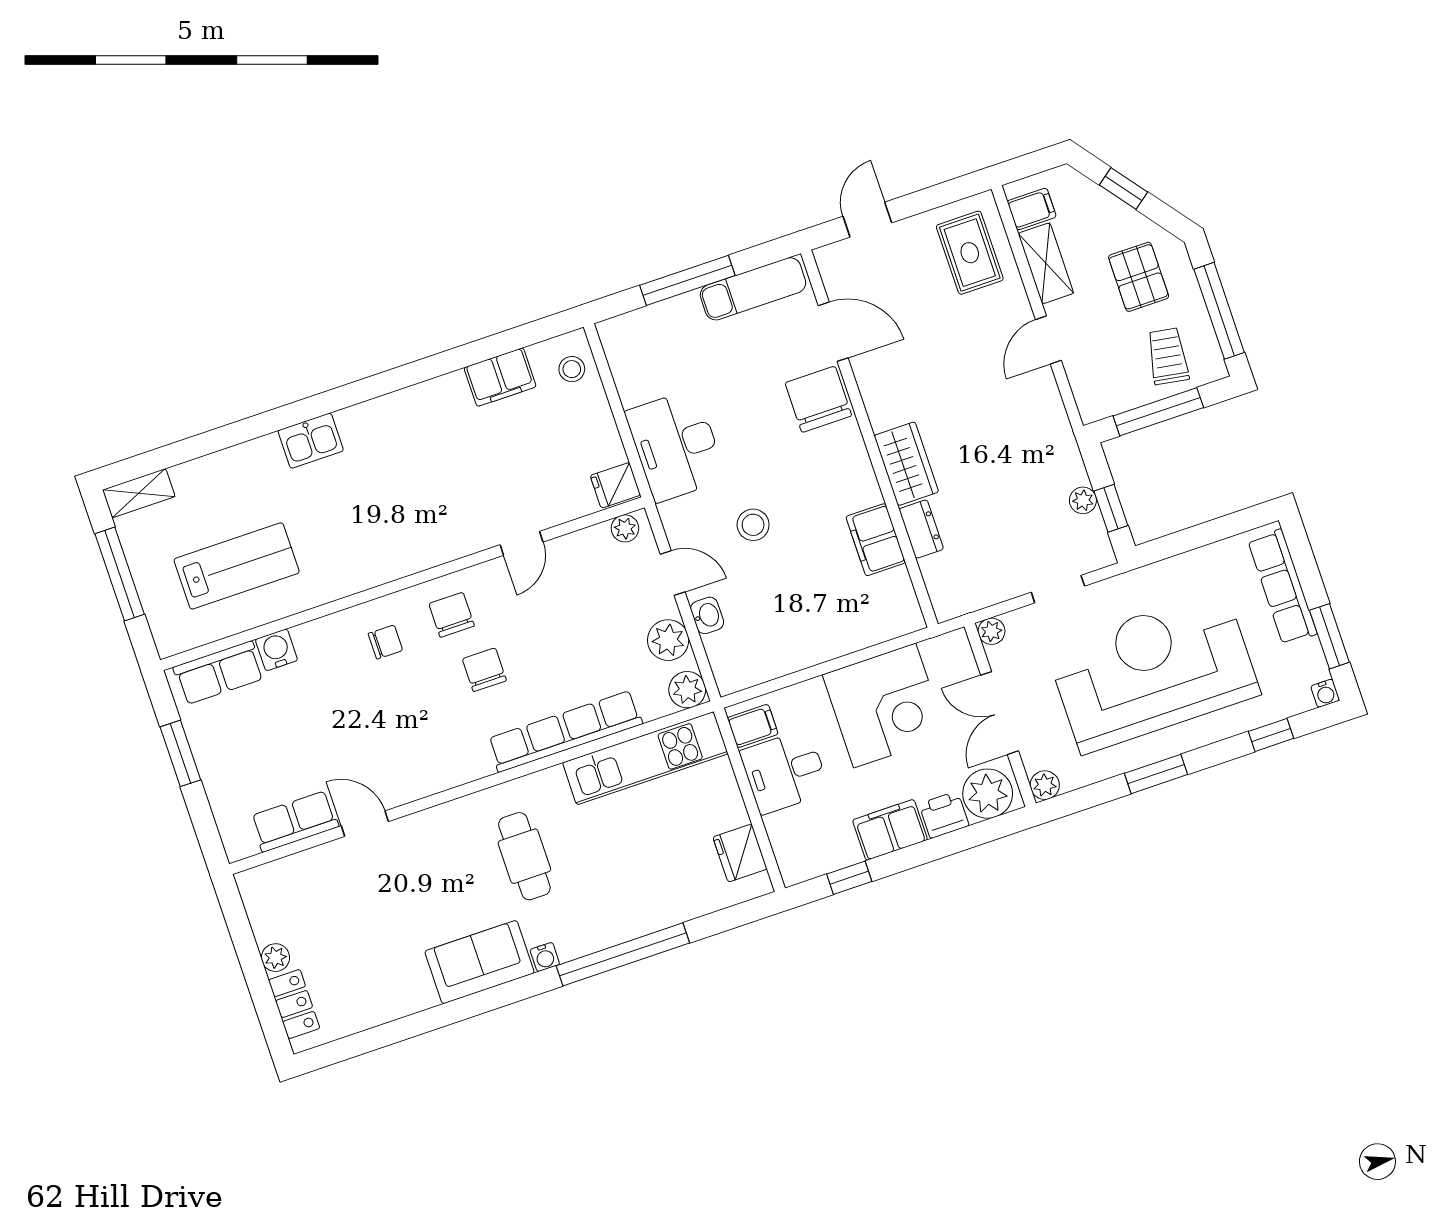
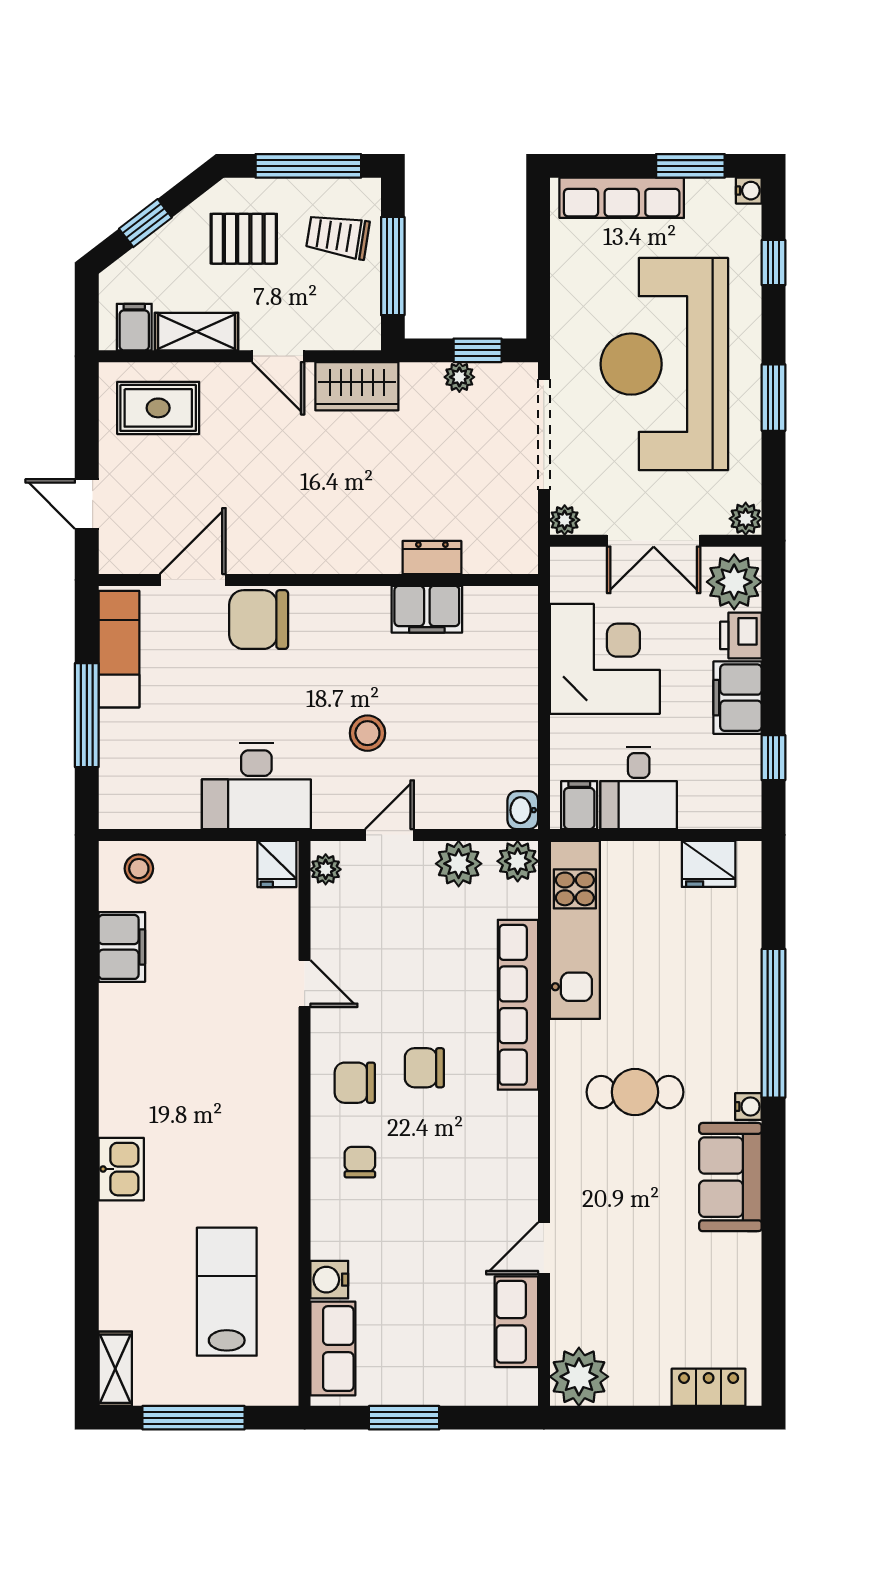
wardrobe: (906, 464) -> (357, 386), moved, turned 180
doorway: (1058, 589) -> (544, 435), width x1.88
washbasin: (707, 615) -> (523, 810), moved, turned -90
plant: (275, 958) -> (579, 1377), moved, width x1.88, depth x1.88

